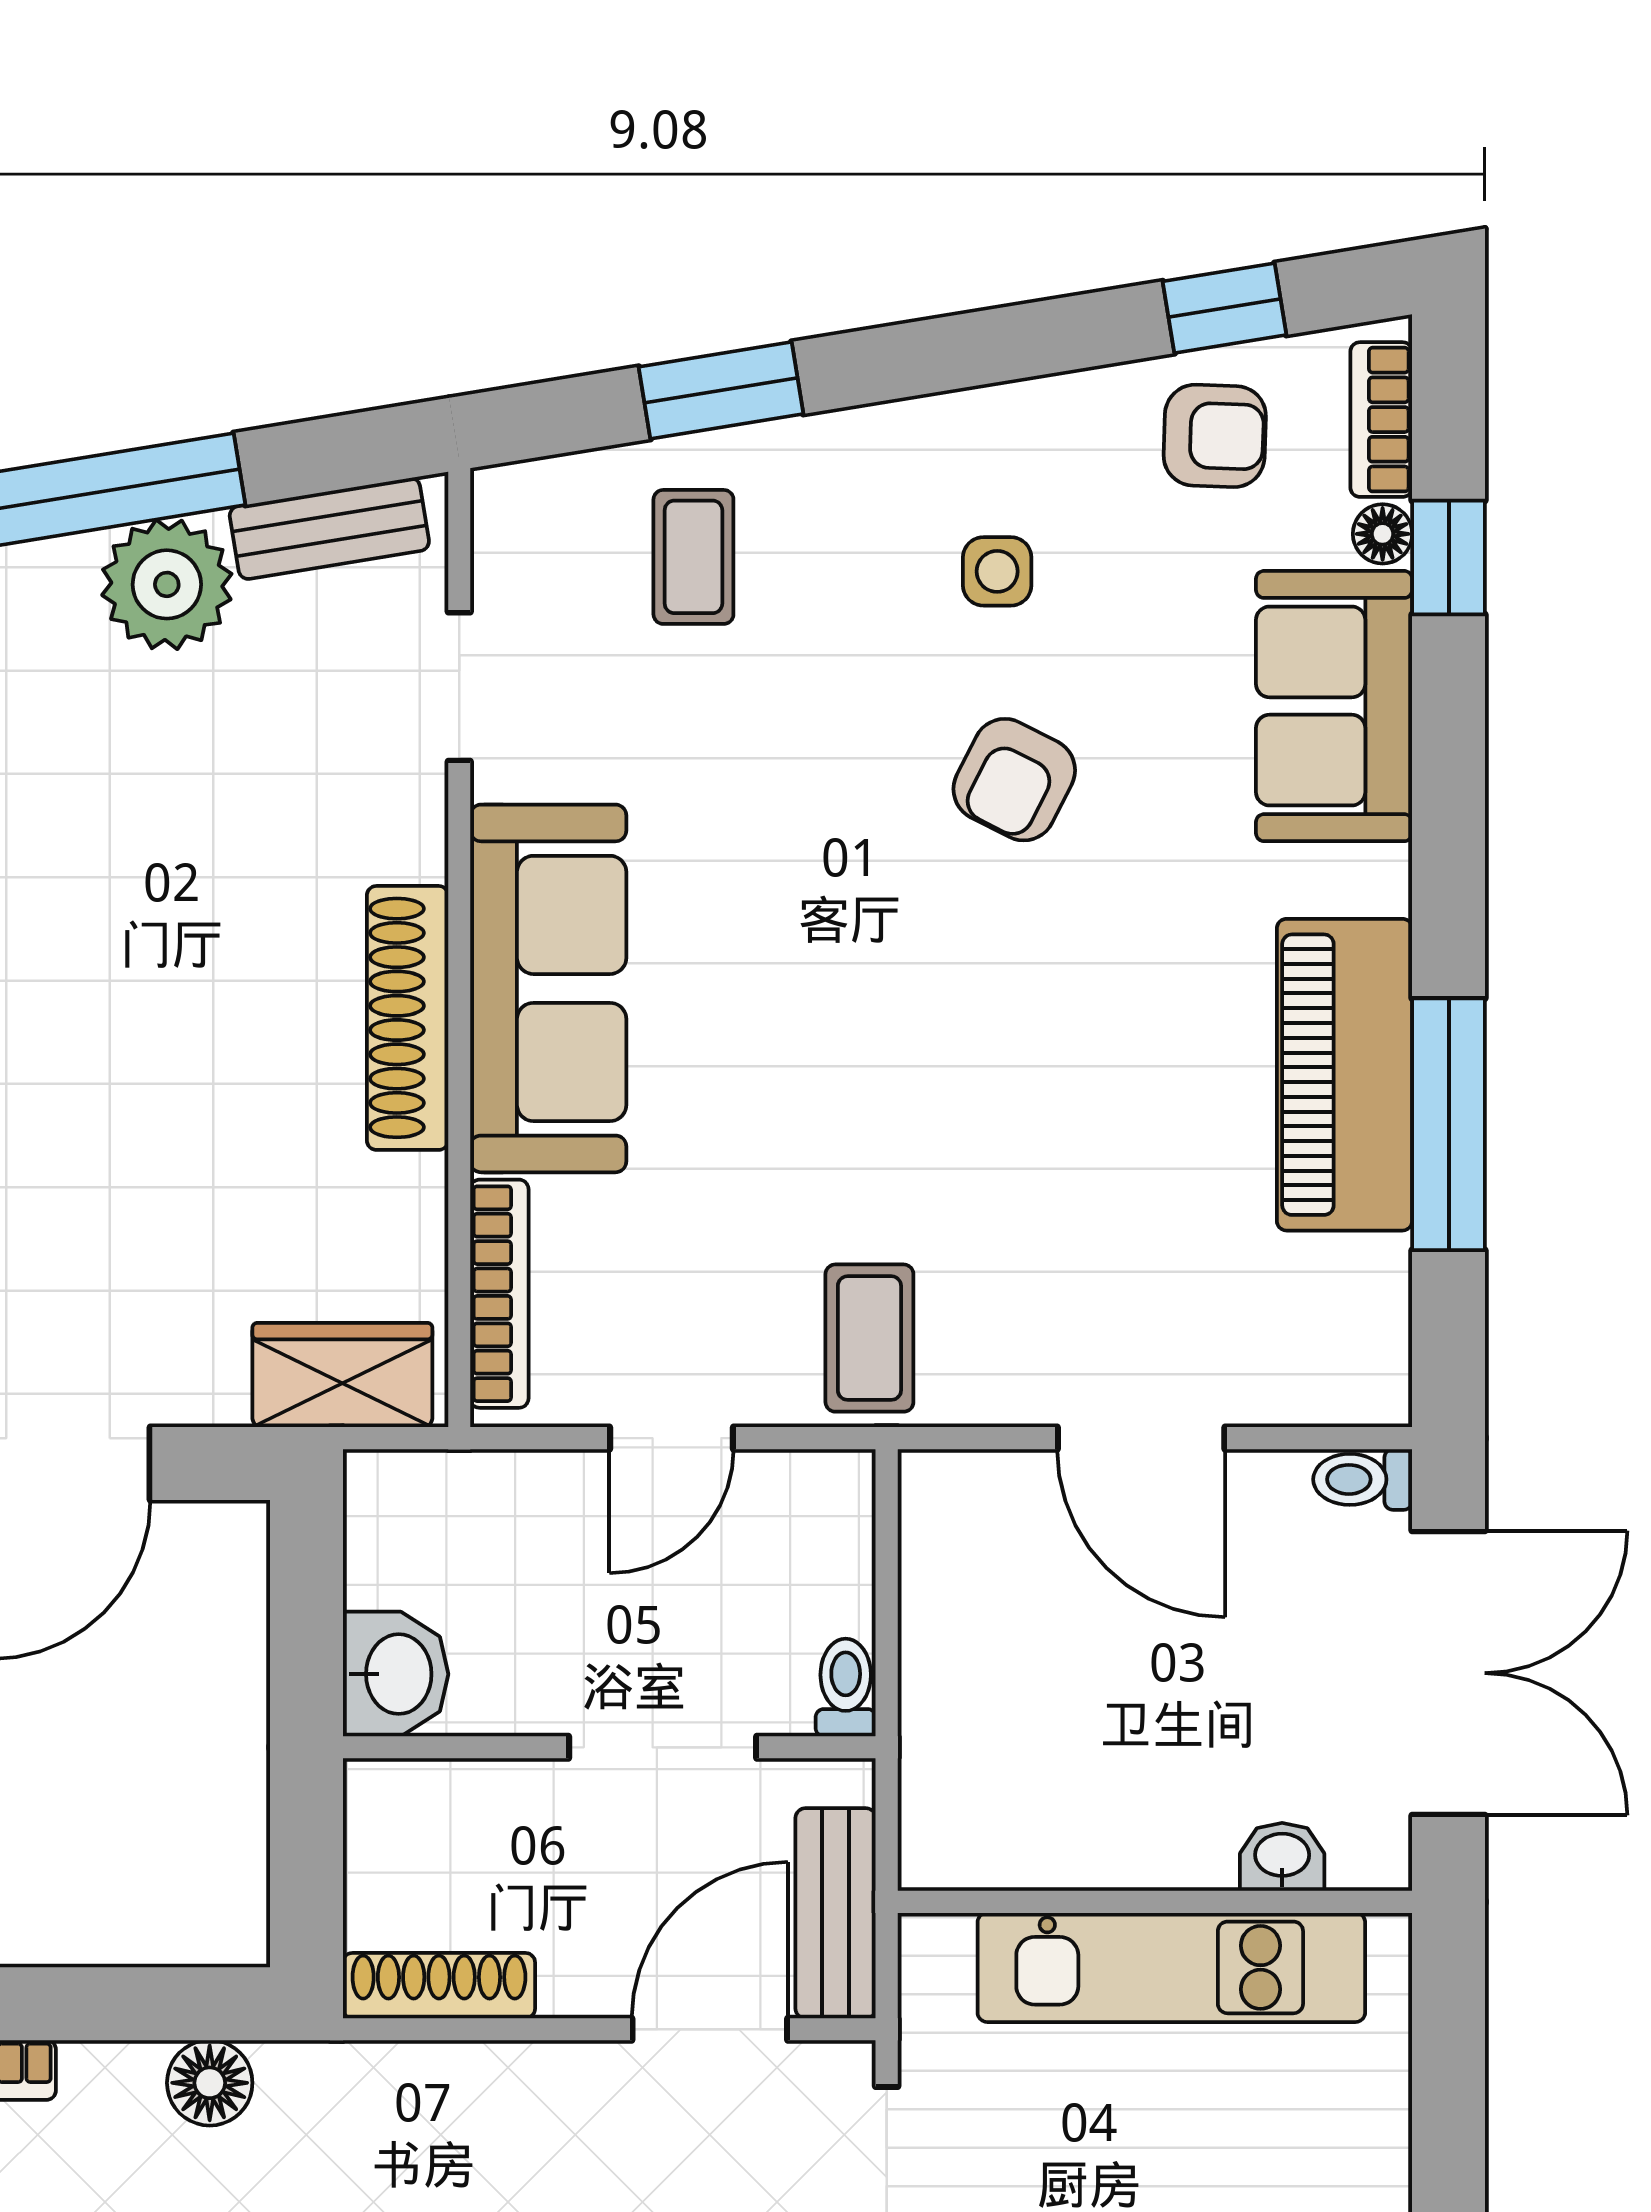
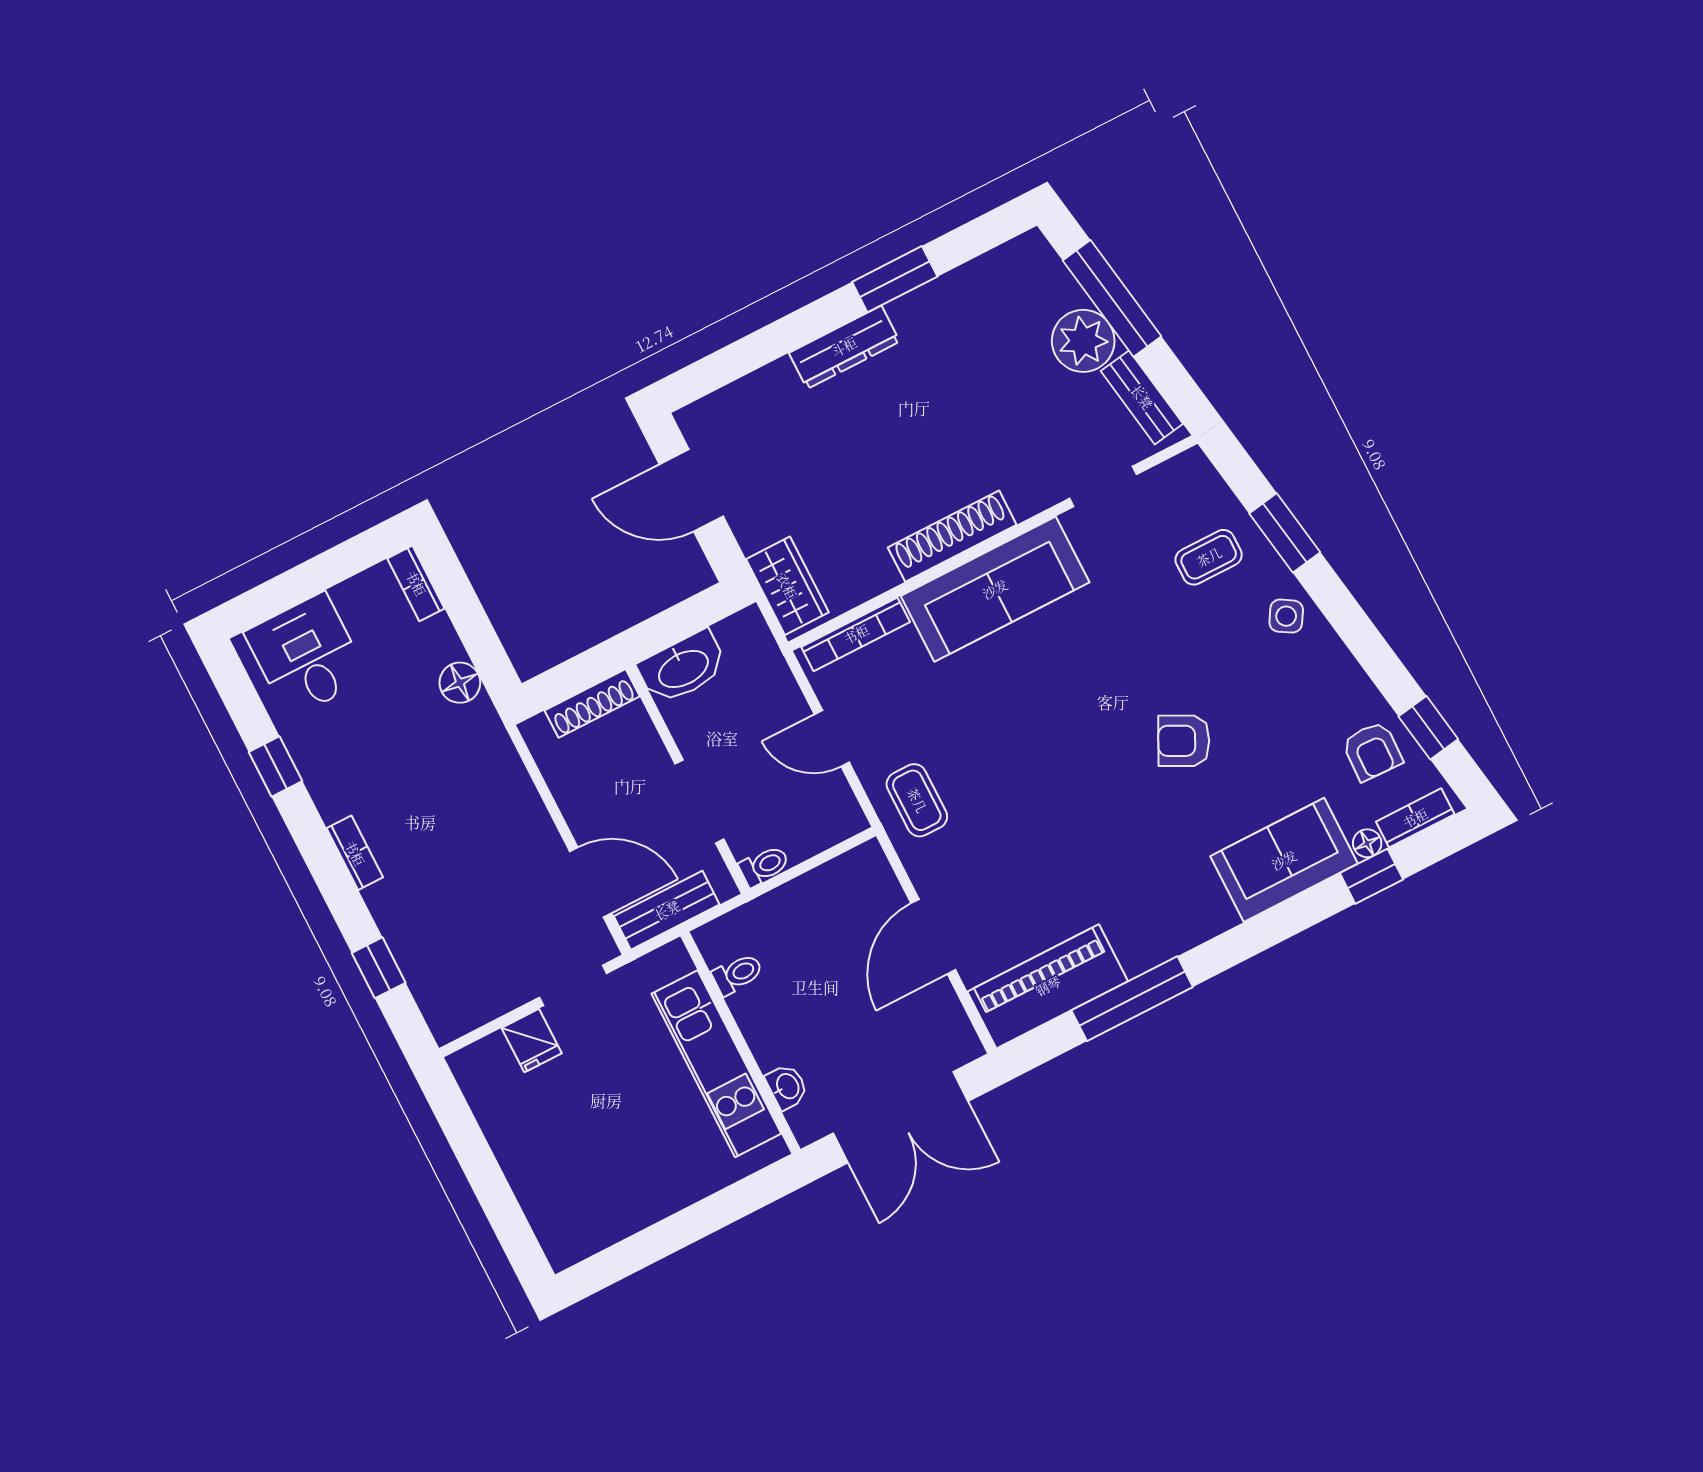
side table: (997, 571) -> (1286, 616), moved, turned 31
piano: (1344, 1075) -> (1048, 986), moved
coffee table: (869, 1338) -> (917, 800), turned 90
toilet: (1363, 1479) -> (738, 974), moved, turned 90
washbasin: (396, 1674) -> (683, 668), width x1.38
shoe rack: (439, 1986) -> (592, 703), moved, turned 90

